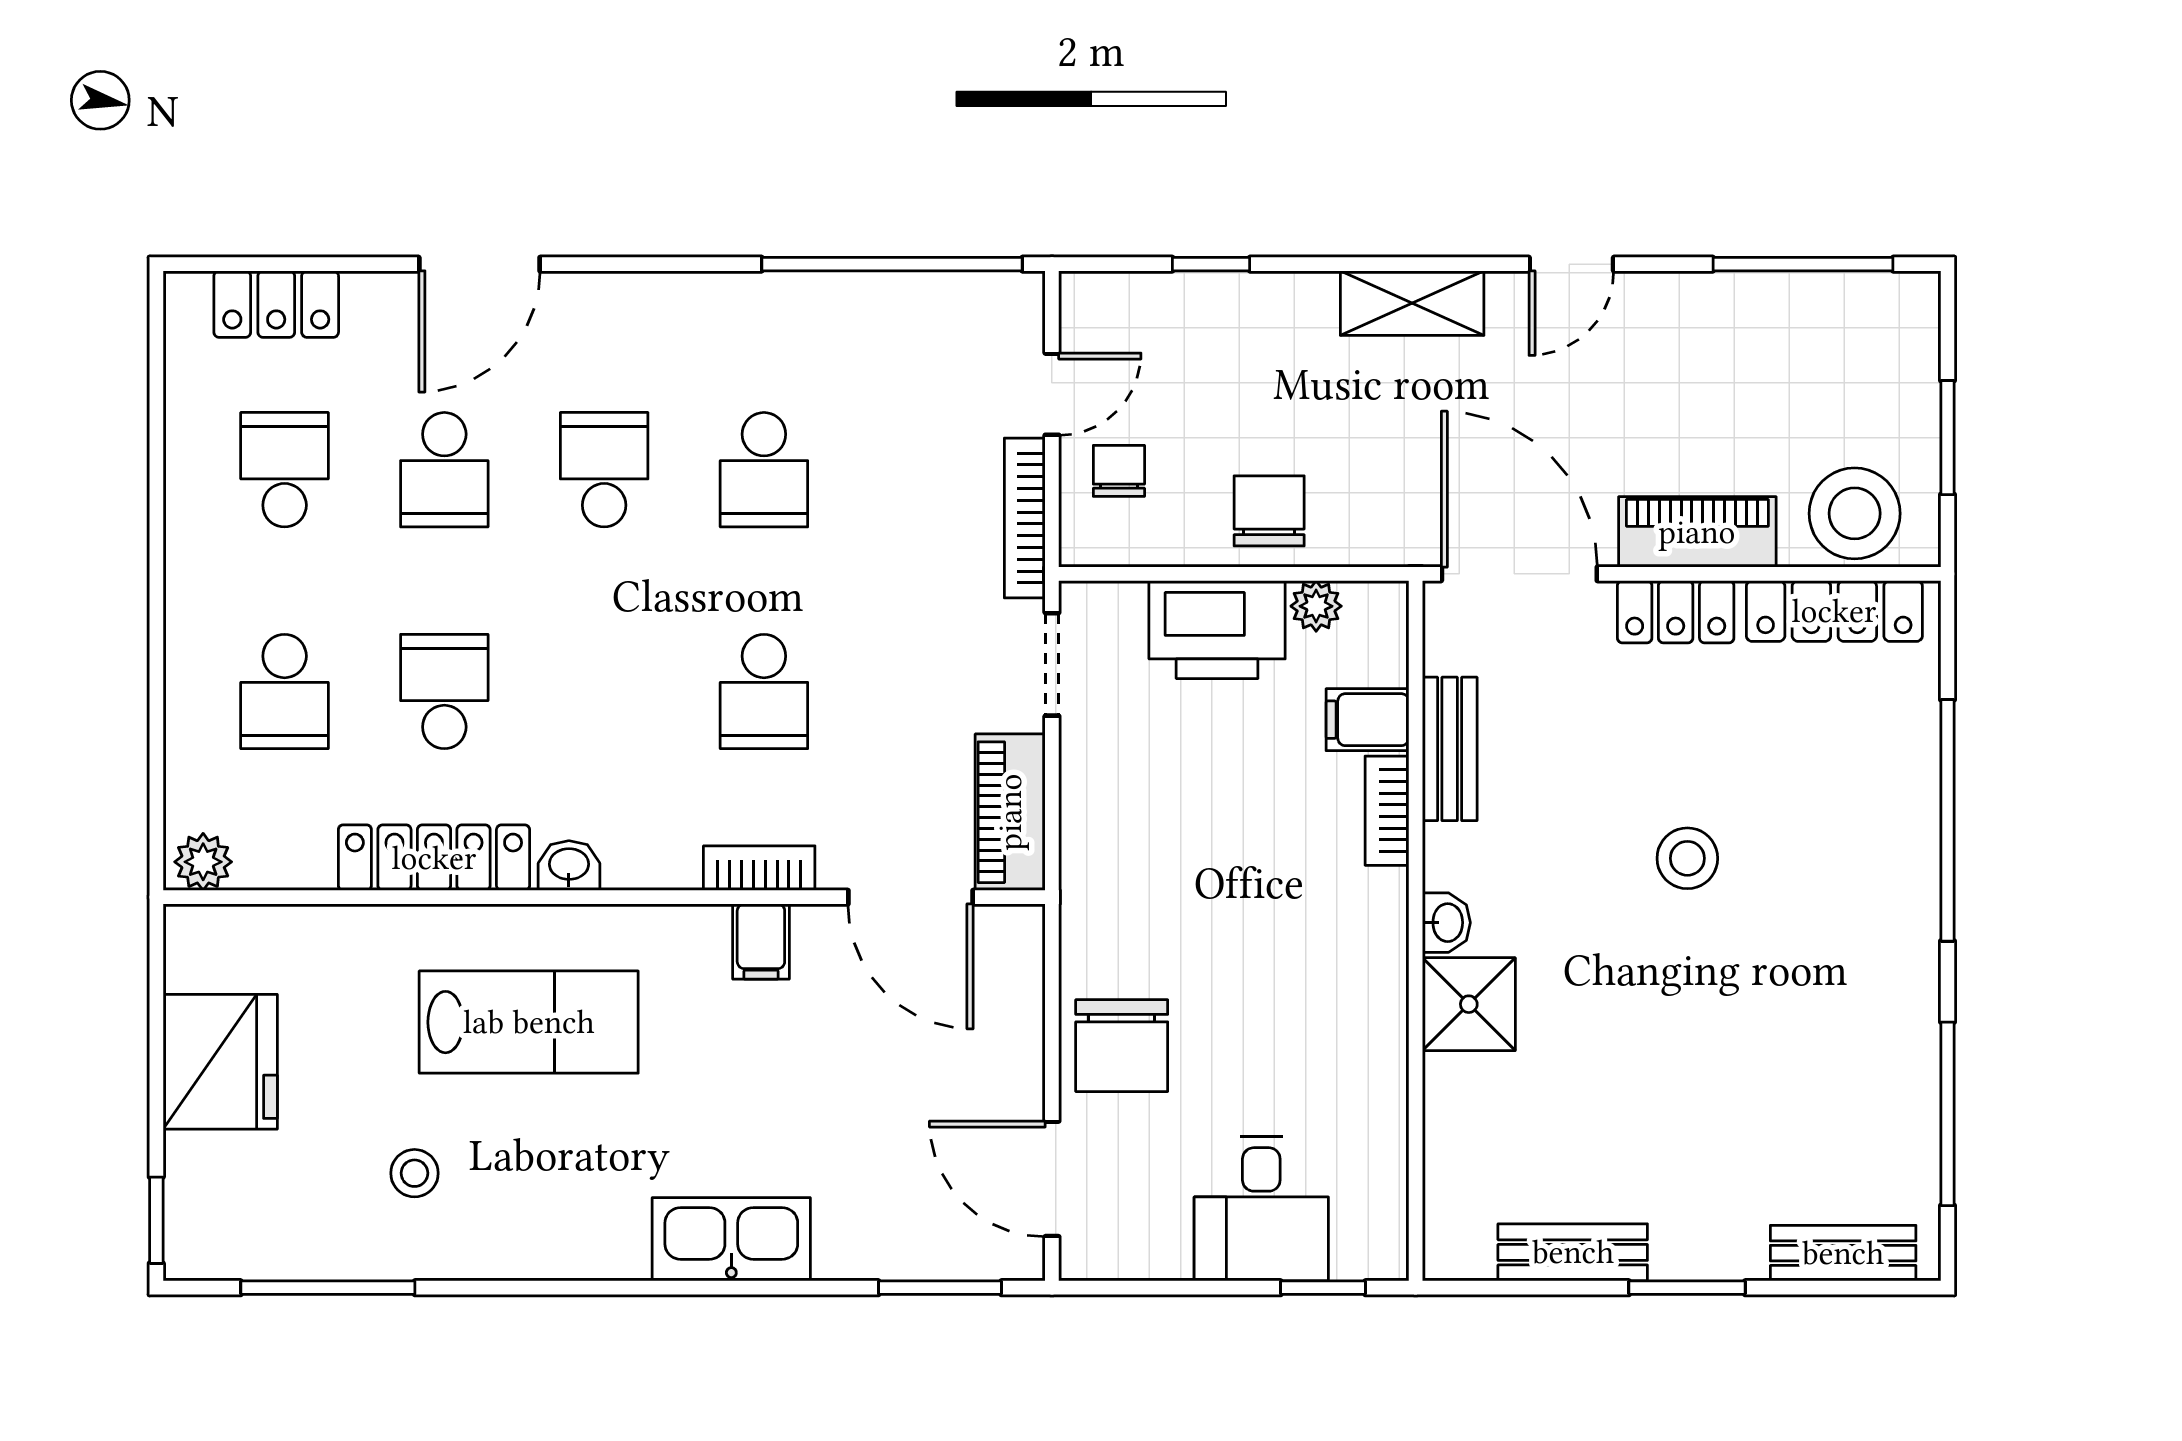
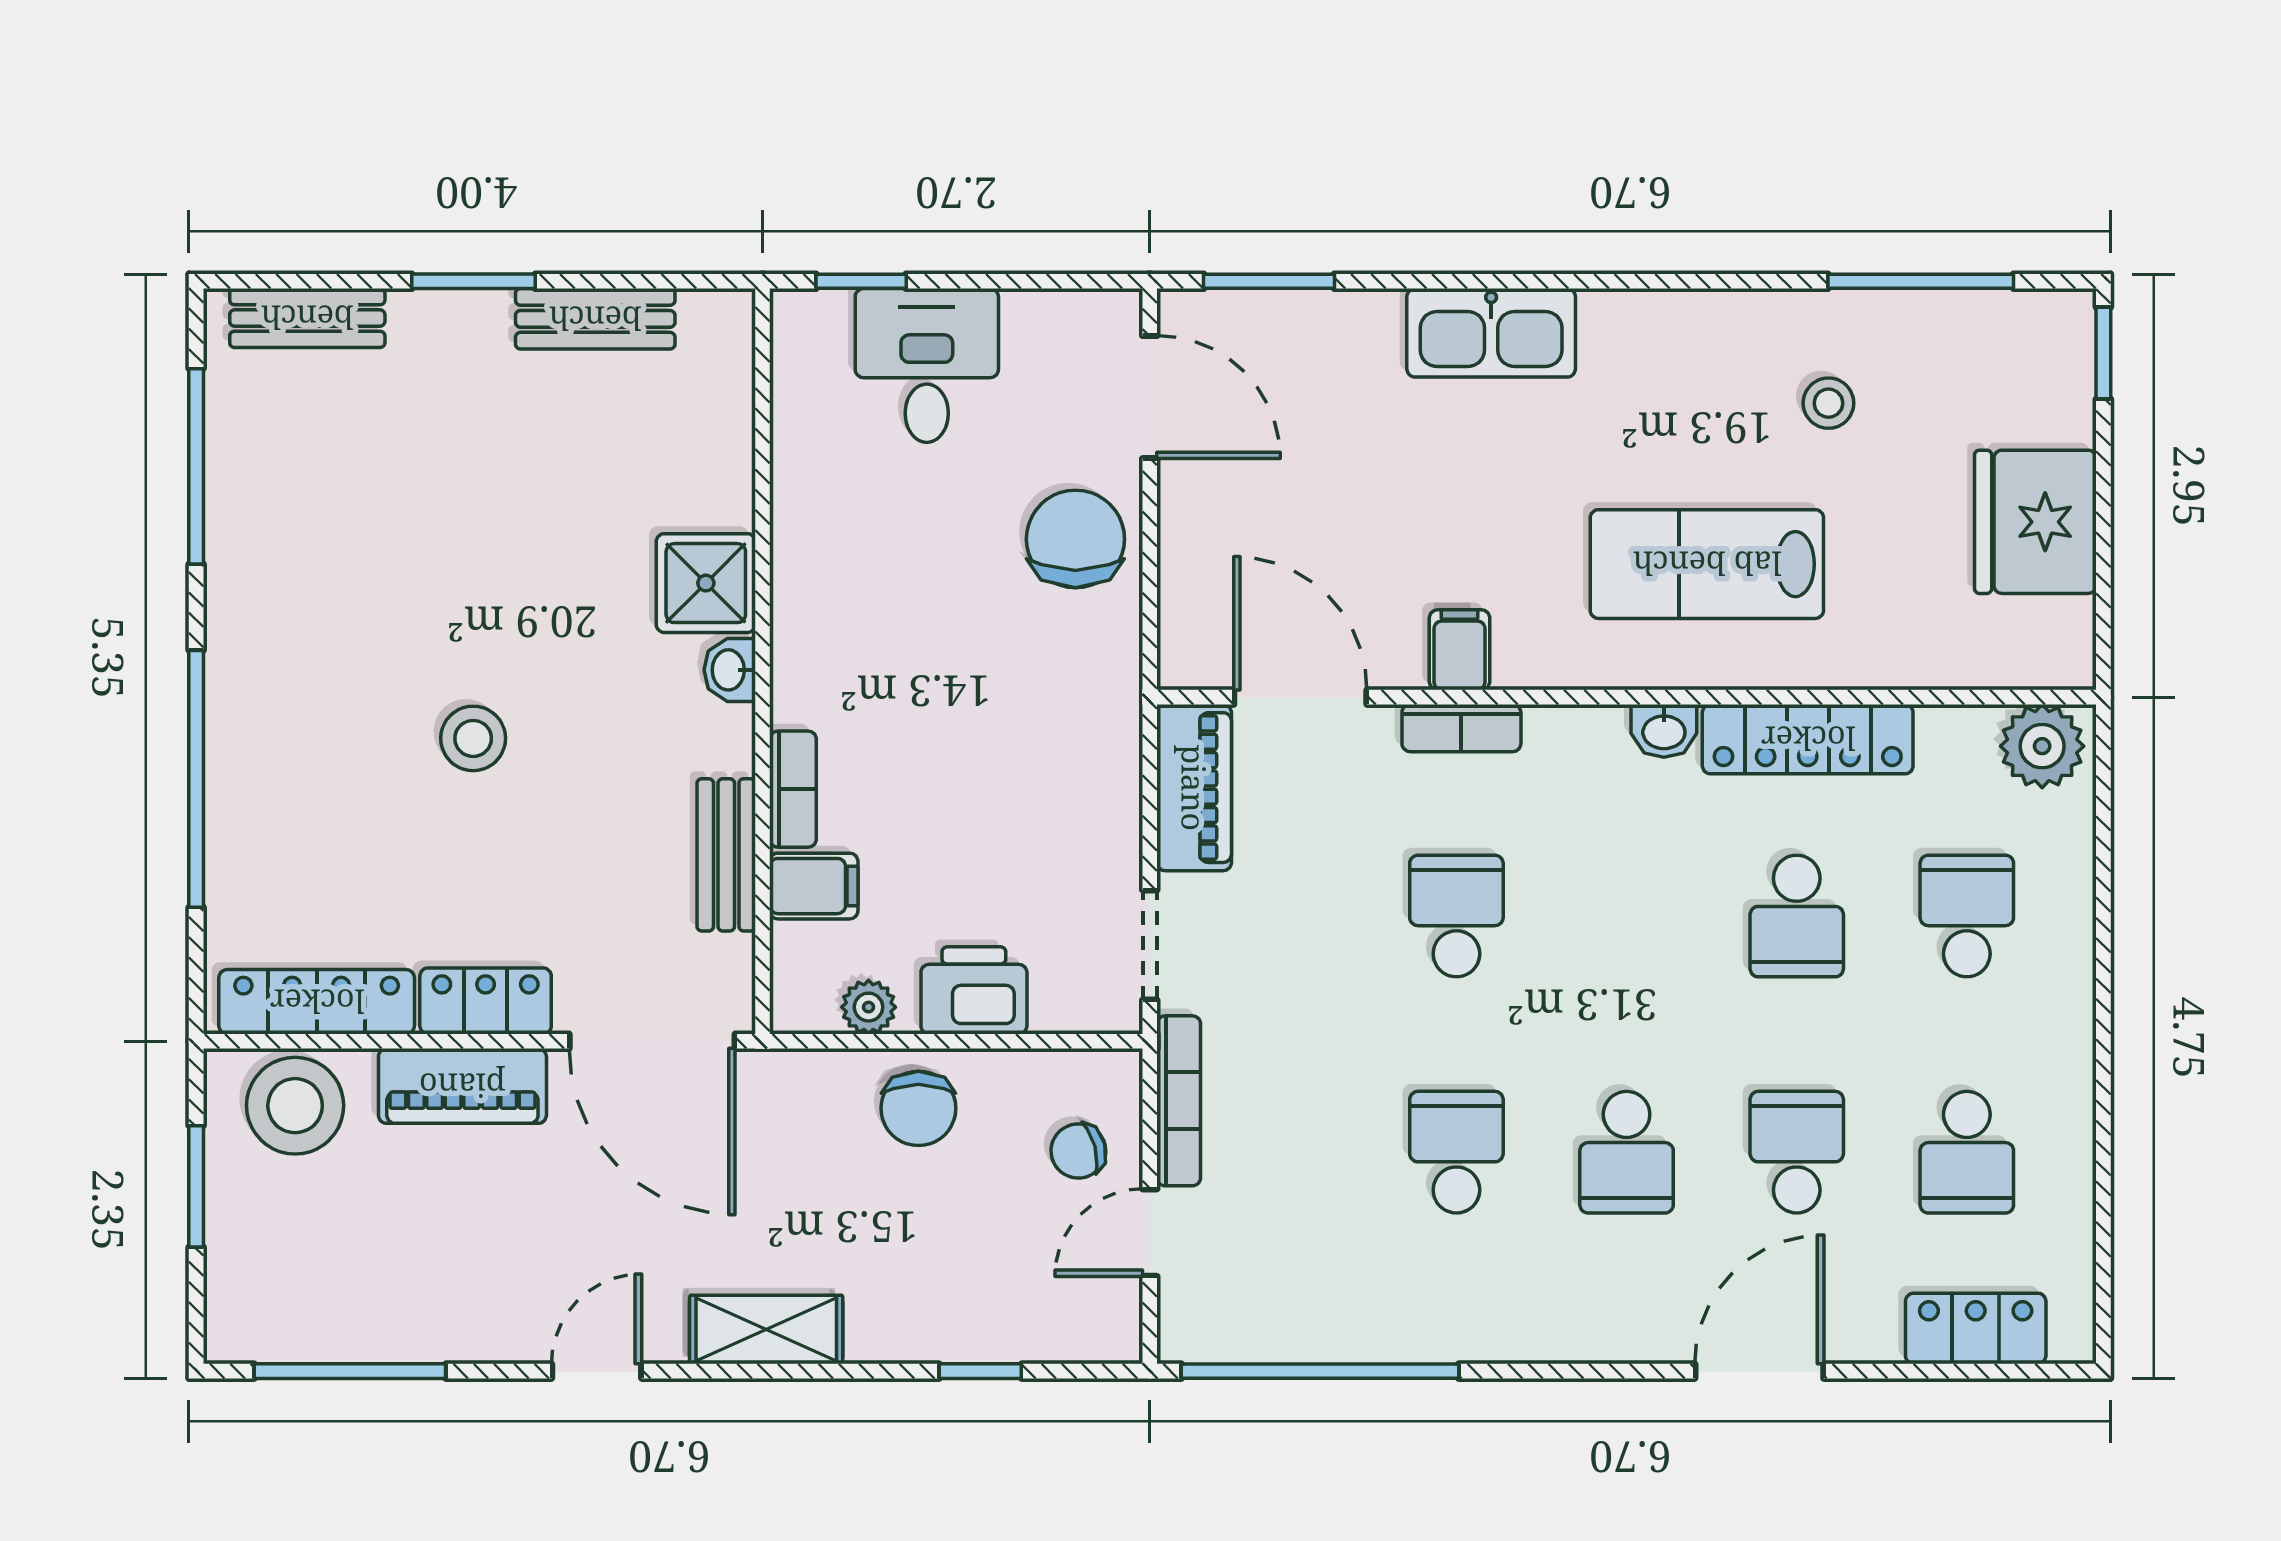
chair: (1119, 471) -> (1078, 1151), turned 75
printer: (1217, 630) -> (974, 990), width x0.73, depth x0.84
plant: (203, 862) -> (2042, 746), width x1.38, depth x1.38

